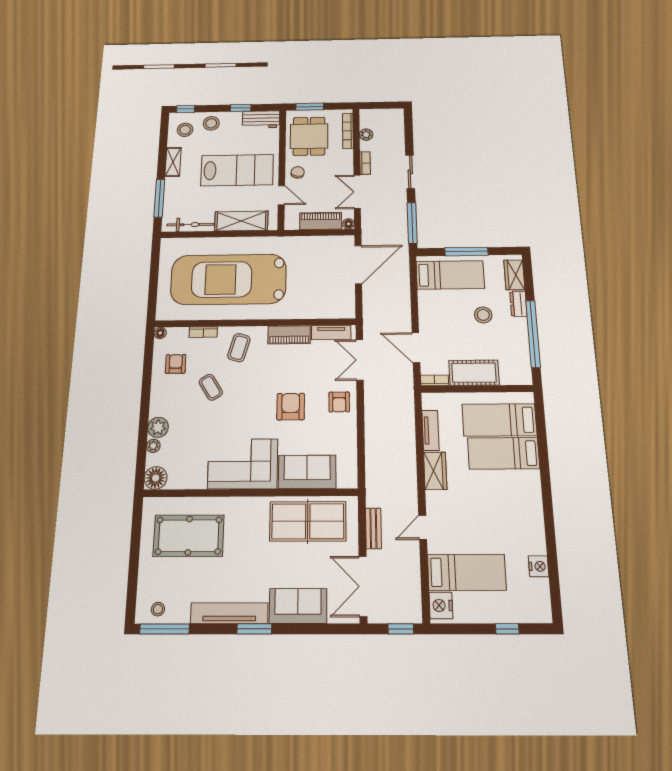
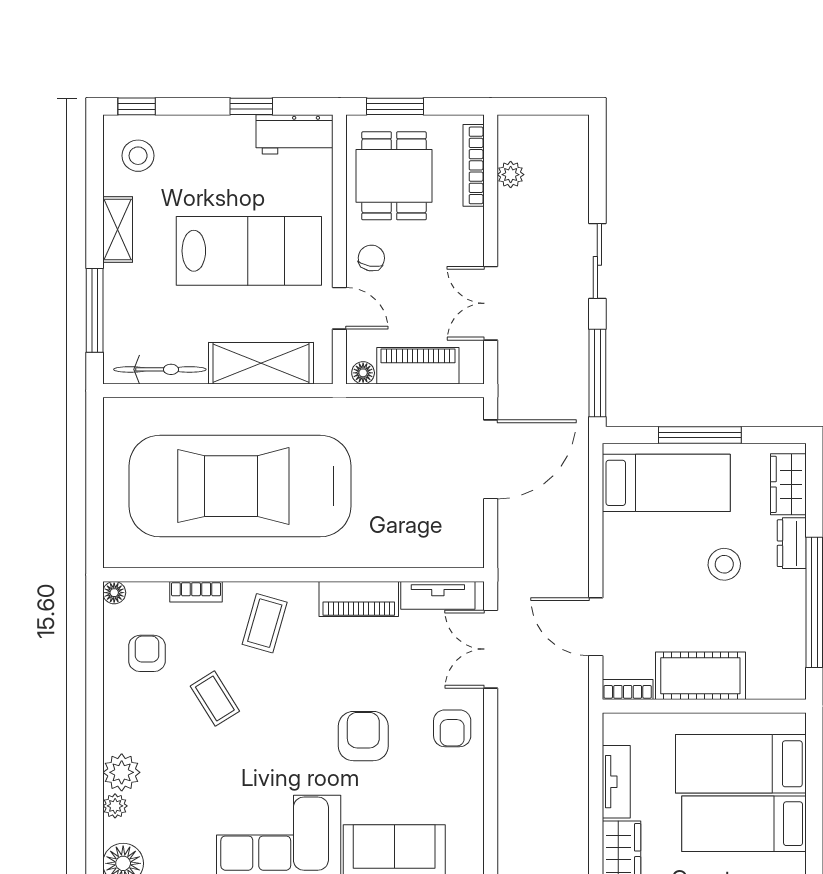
stool: (211, 123) -> (192, 142), removed
bookcase: (365, 163) -> (507, 240), removed
floor lamp: (349, 224) -> (363, 373), moved

